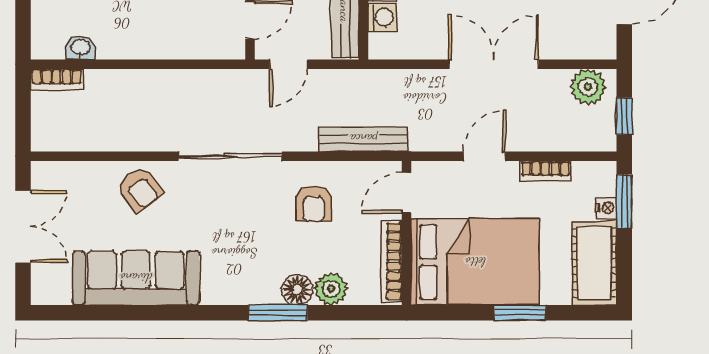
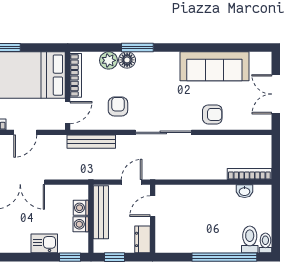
bookcase: (57, 79) -> (249, 174), width x1.56
armchair: (140, 189) -> (212, 114), turned 128

